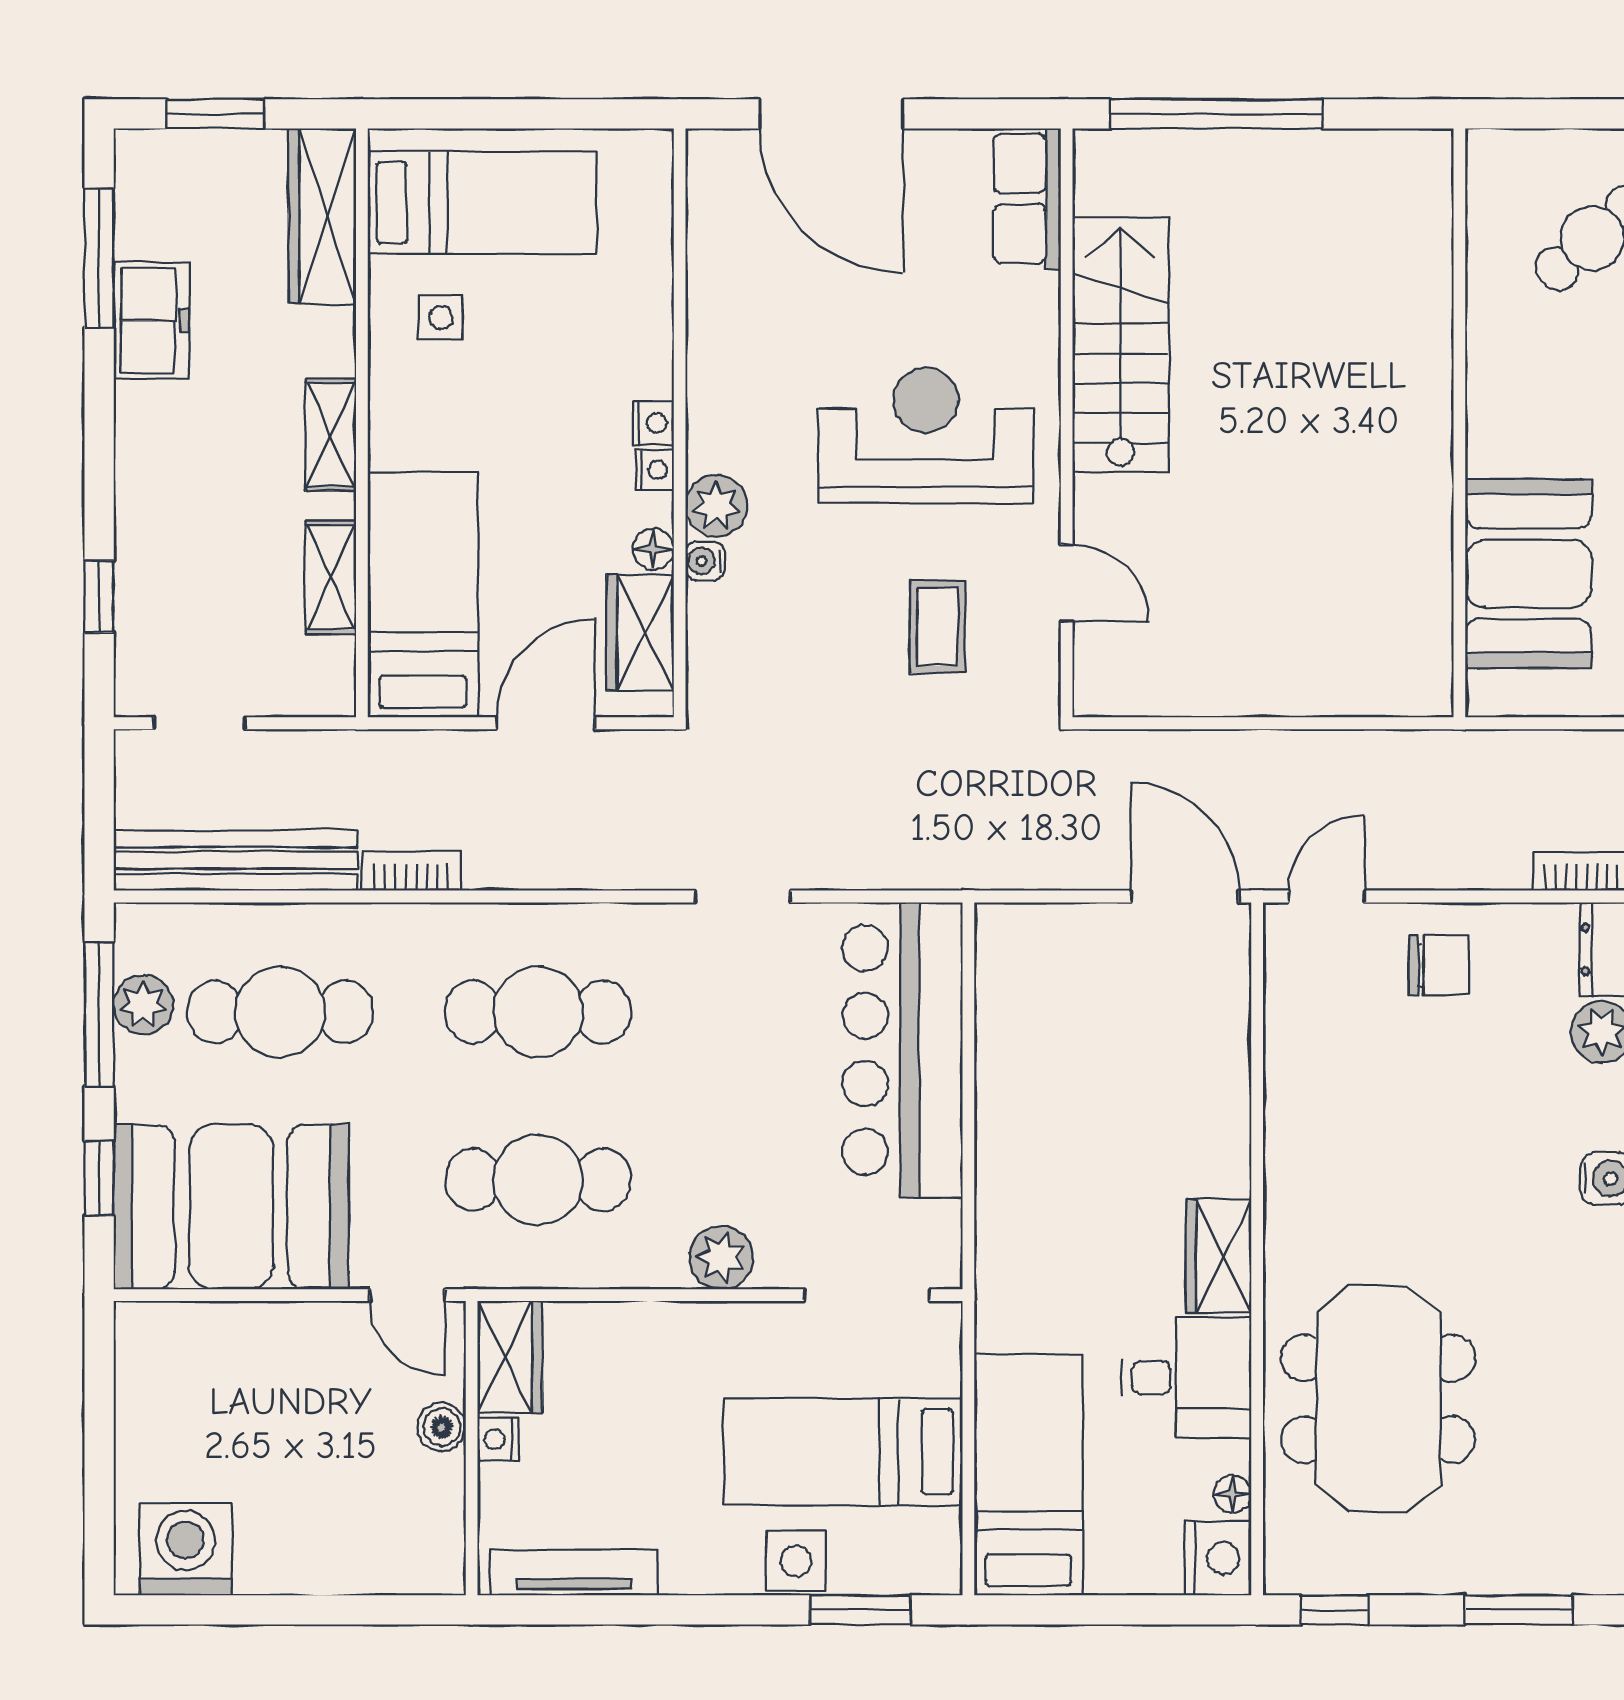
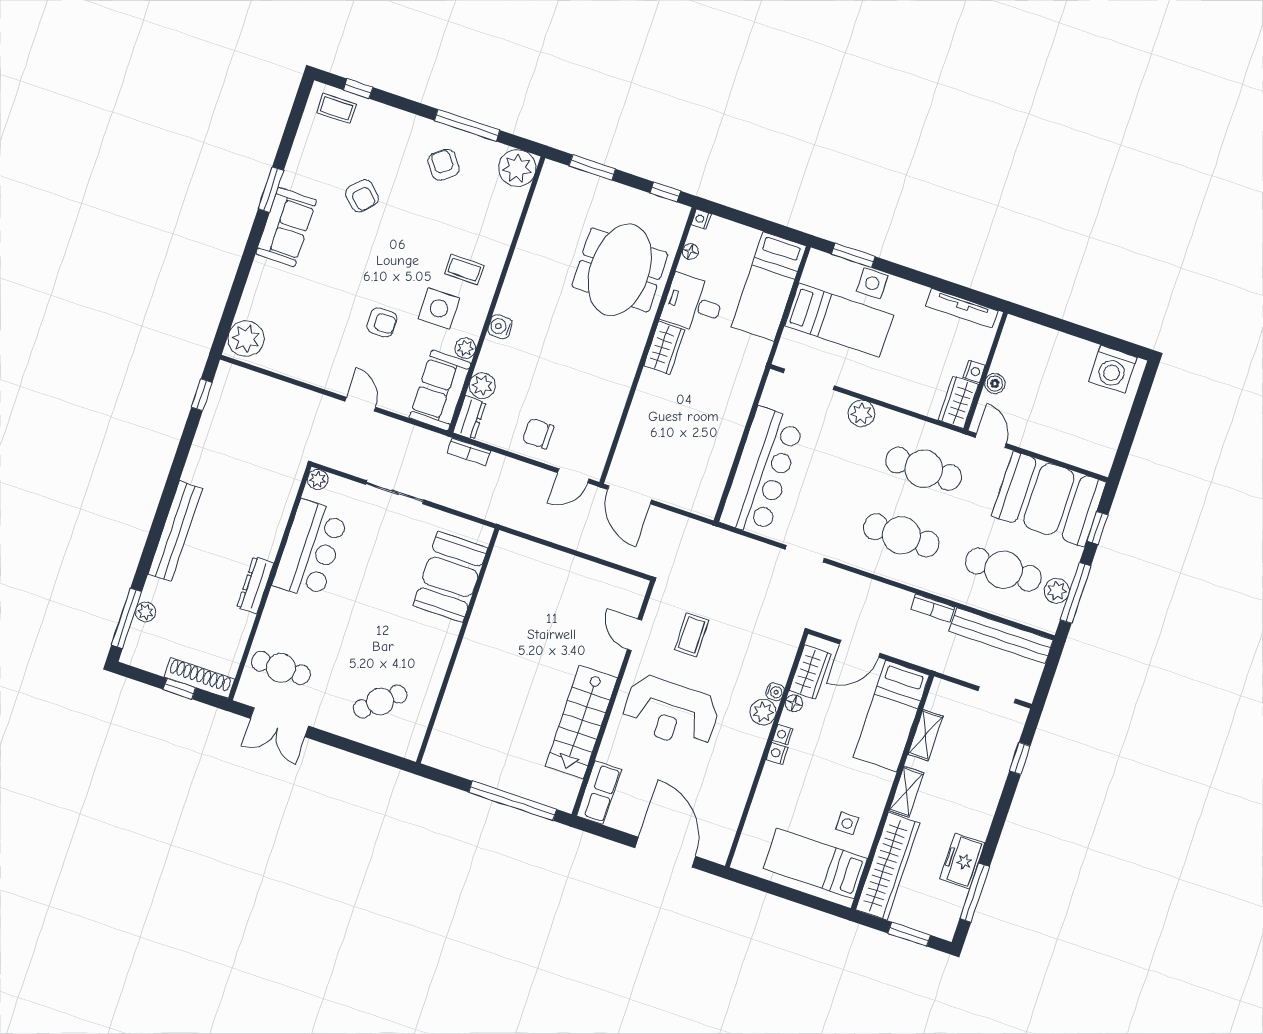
wardrobe: (322, 216) -> (888, 866), width x1.40, depth x1.17
nightstand: (1218, 1558) -> (701, 219), width x0.53, depth x0.56

